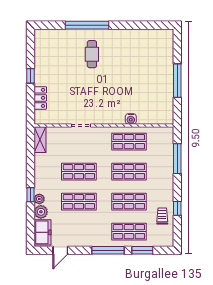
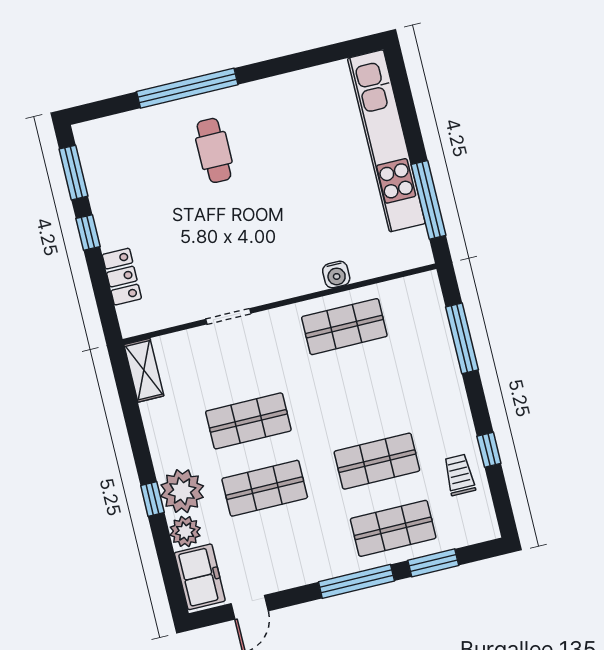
window: (30, 49) -> (74, 173), added
kitchen unit: (166, 68) -> (386, 141), added
window: (177, 81) -> (429, 200), moved
shop shelf: (129, 172) -> (361, 394), removed
plant: (39, 199) -> (182, 491), width x1.87, depth x1.87

